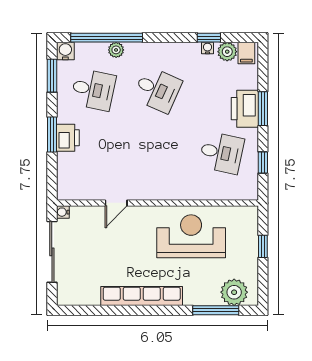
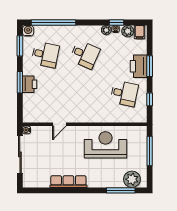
plant: (116, 50) -> (106, 30), moved
window: (263, 246) -> (150, 151), width x2.17
row of seats: (142, 296) -> (68, 182), width x0.73

